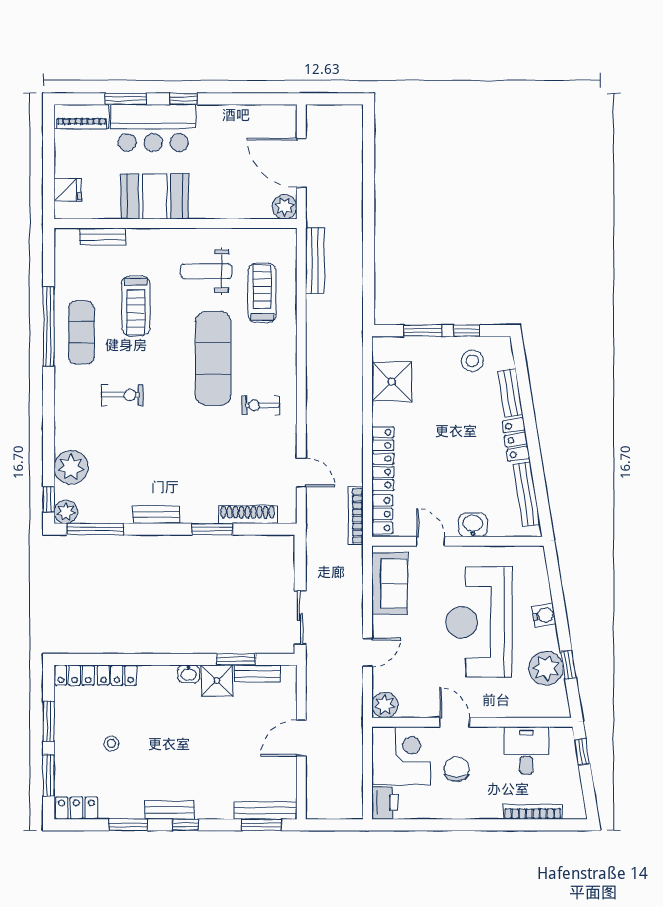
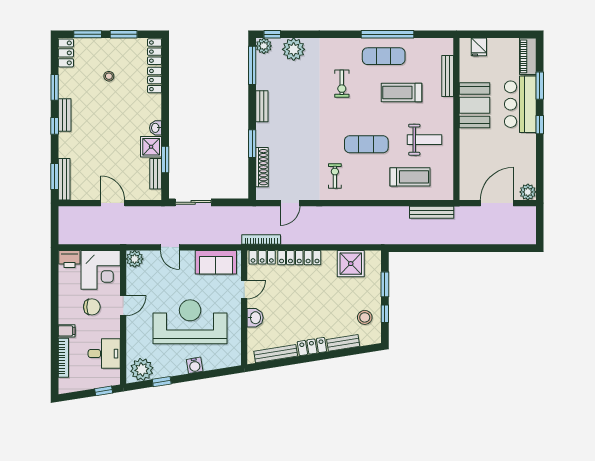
plant: (285, 207) -> (528, 192), moved
bench: (103, 237) -> (448, 76), width x1.36
weight bench: (206, 271) -> (425, 140), turned 90
exercise mat: (213, 358) -> (366, 144), width x0.73, depth x0.69
plant: (546, 668) -> (142, 369), moved
filing cabinet: (492, 807) -> (67, 331), added

